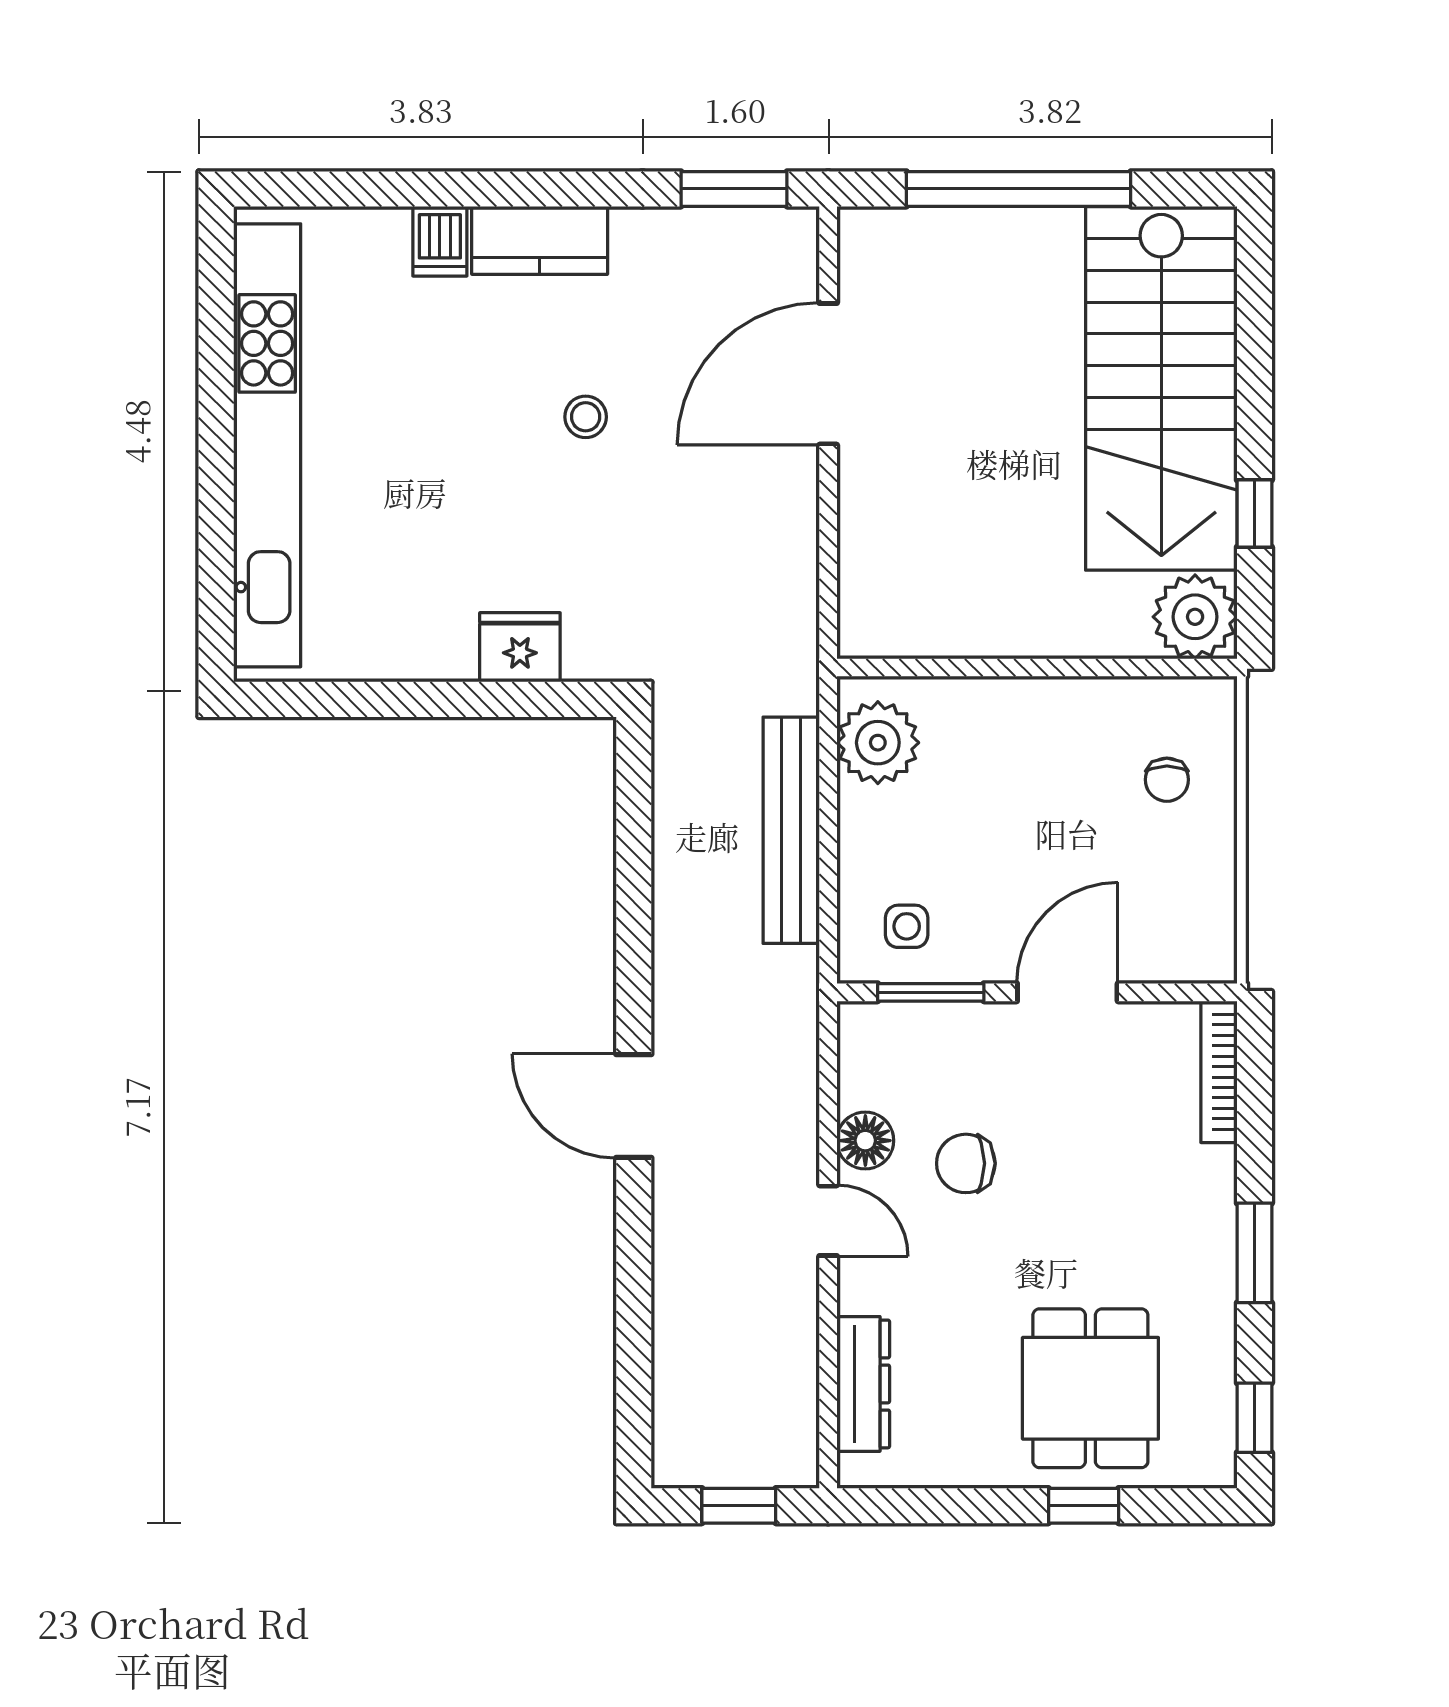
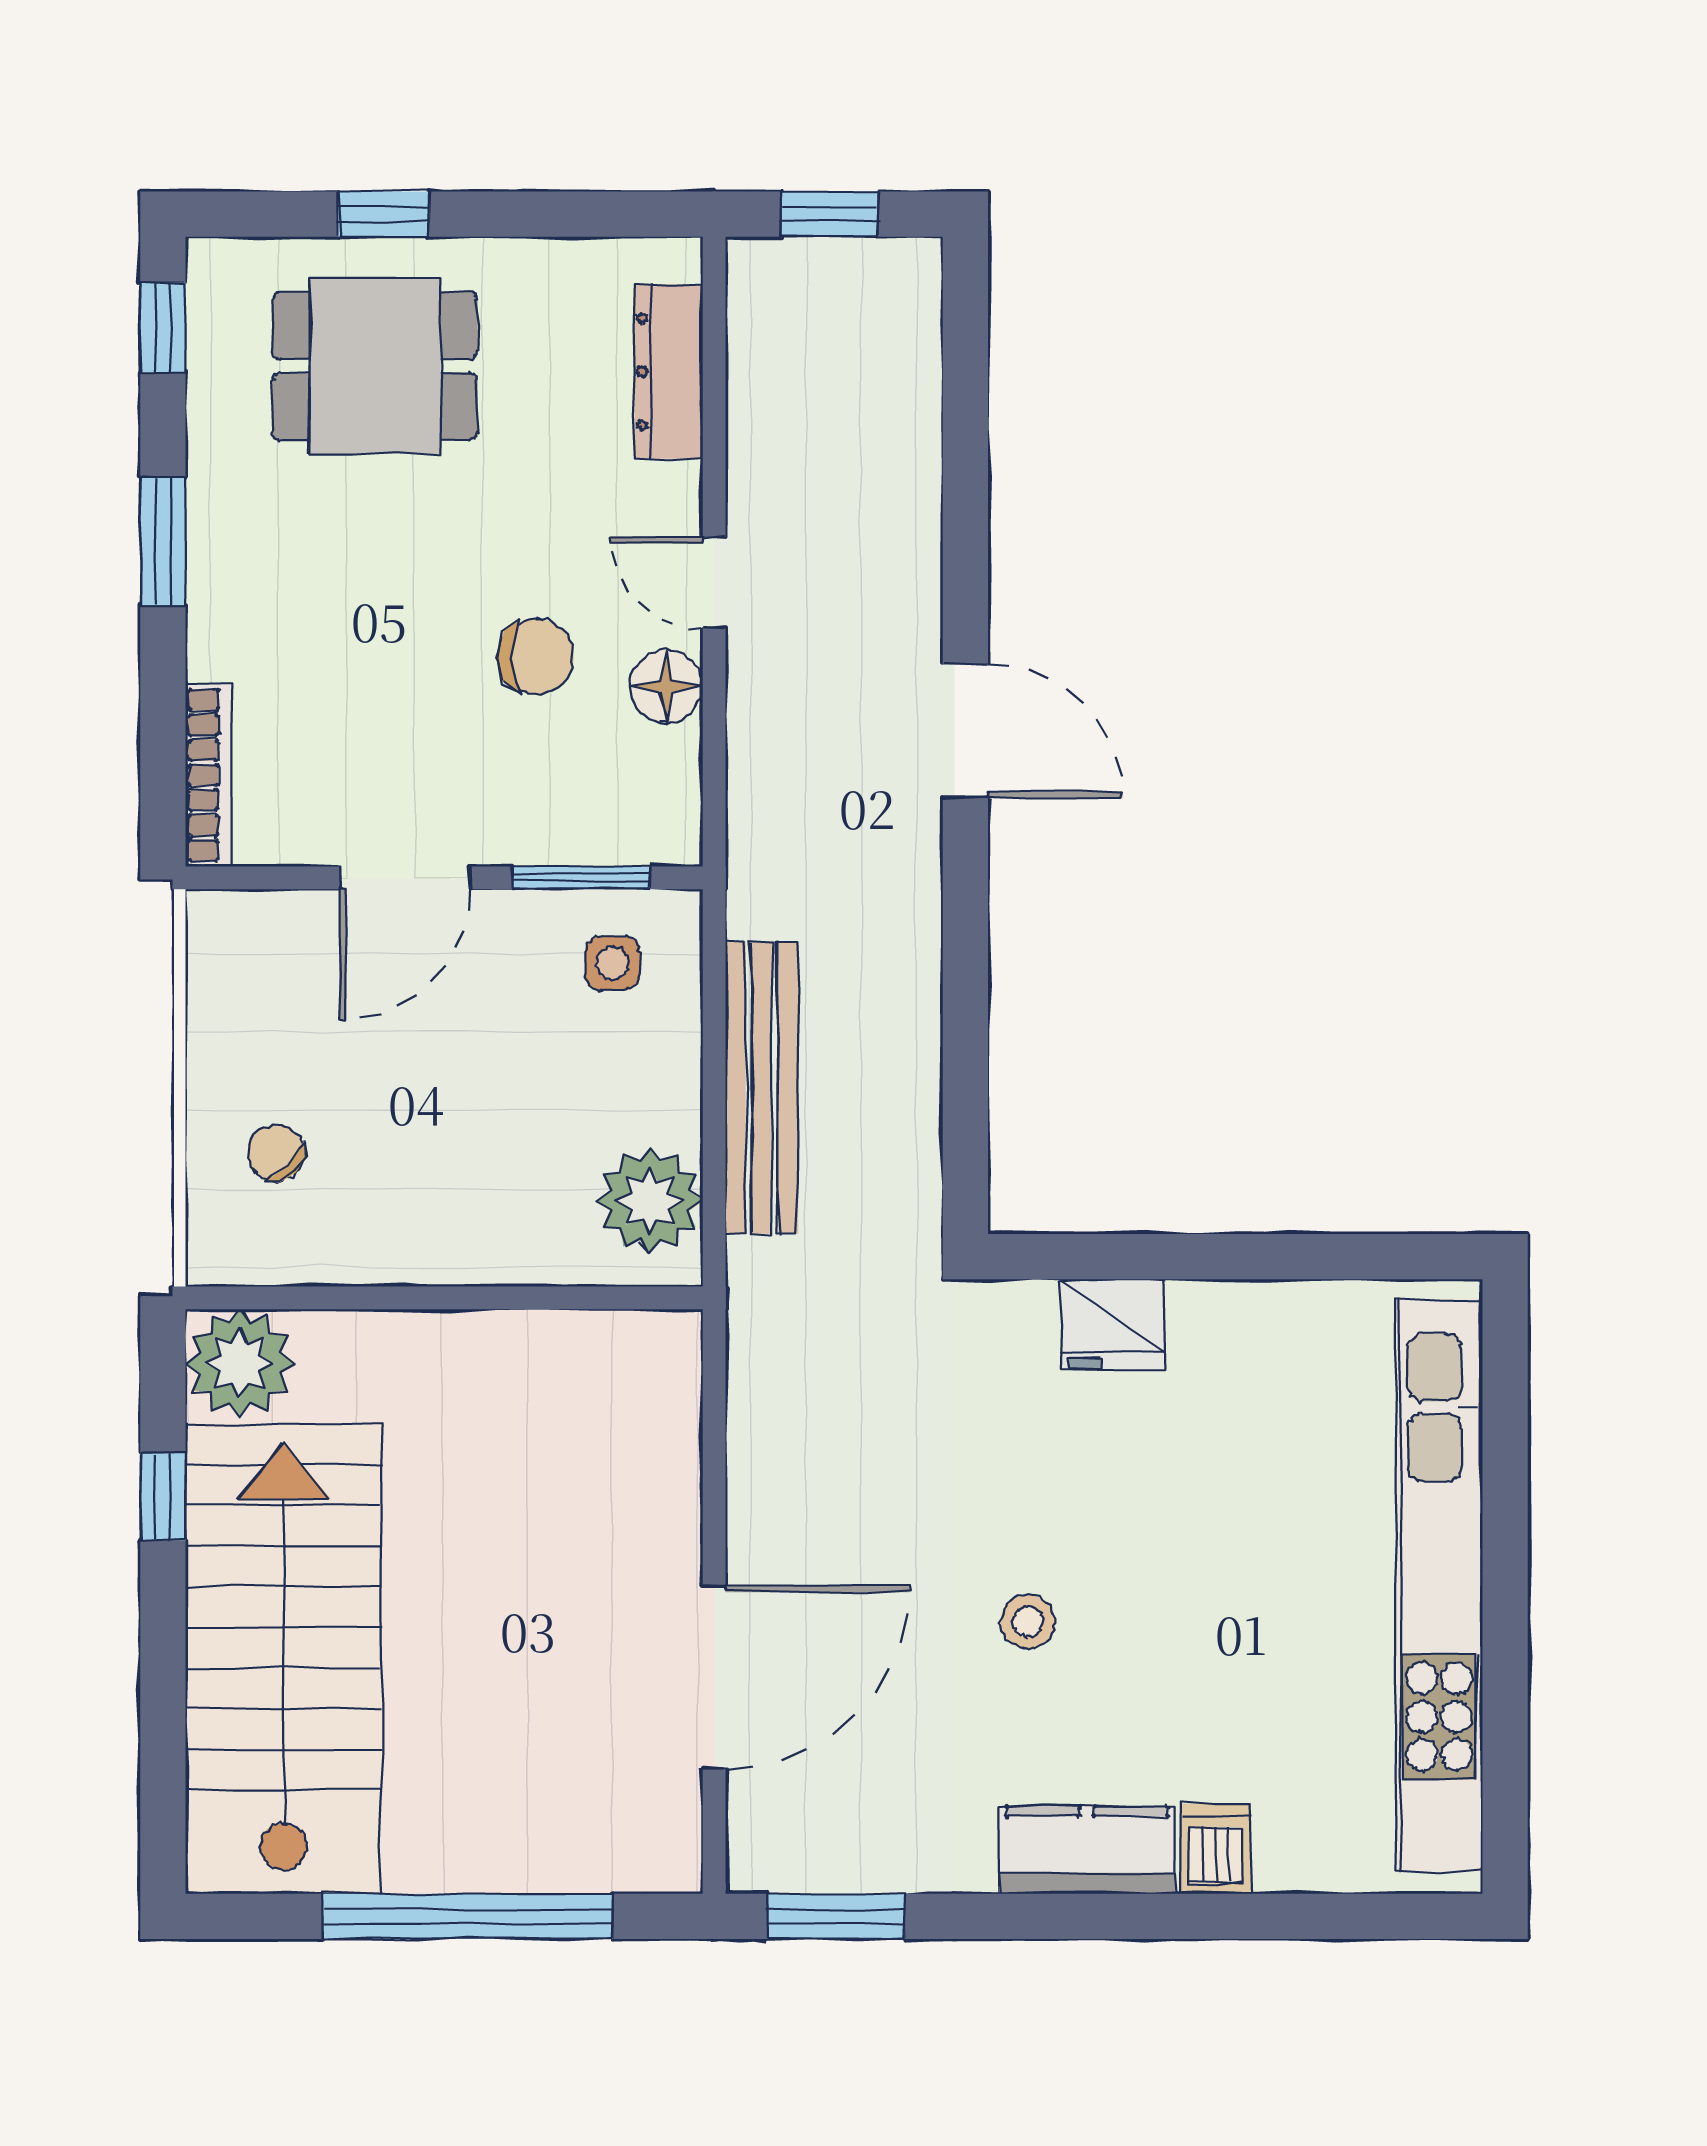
chair: (1167, 780) -> (276, 1153), turned -45
dining table: (1090, 1388) -> (375, 366), turned 90

